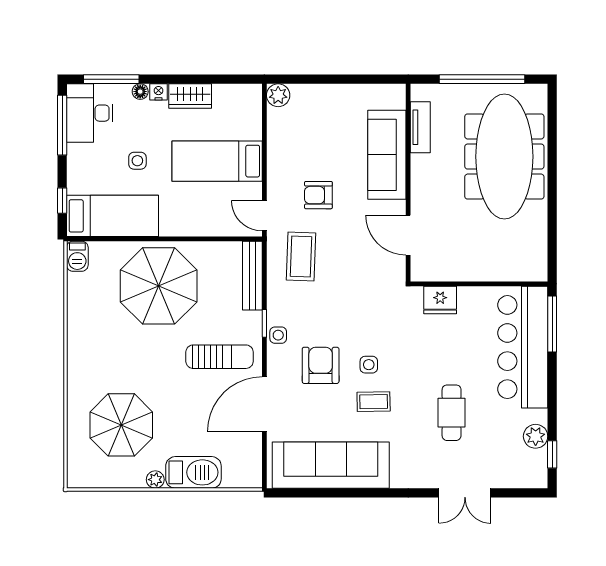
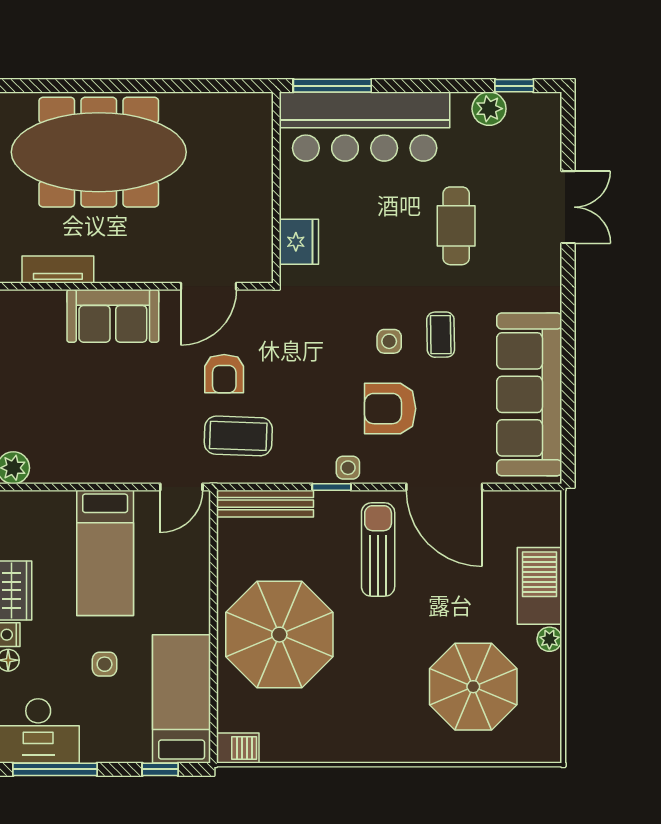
sofa: (387, 155) -> (113, 316), width x0.73
armchair: (318, 195) -> (224, 374), moved
cafe table: (452, 413) -> (456, 226), turned 90

